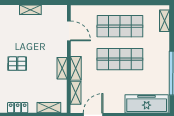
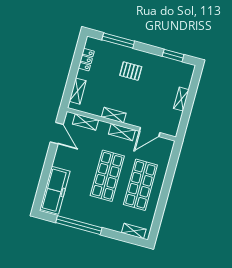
pallet: (17, 64) -> (131, 71), turned 90
shelving: (76, 68) -> (122, 132), moved

